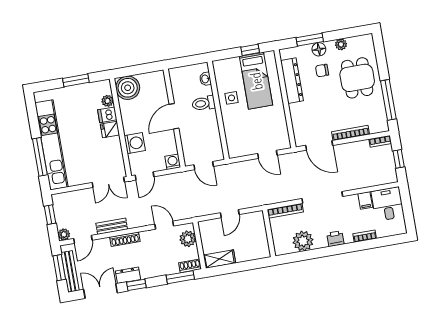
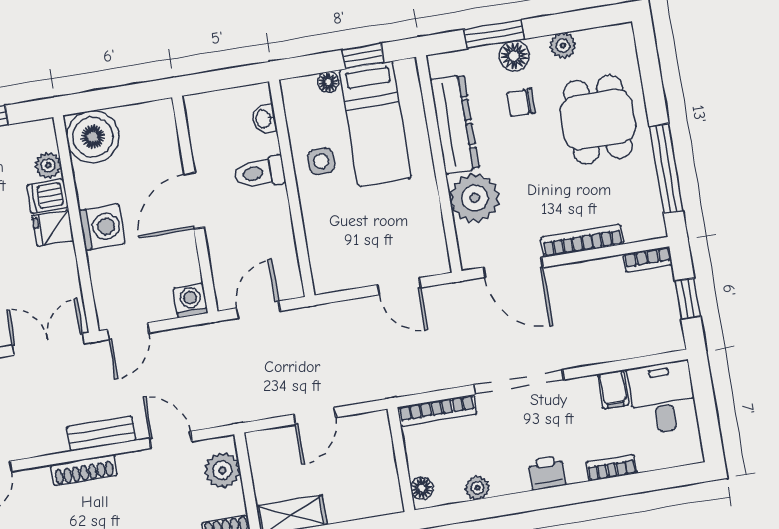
floor lamp: (234, 62) -> (328, 82), added
plant: (301, 114) -> (475, 198), added
washing machine: (135, 143) -> (102, 227), moved
door: (204, 166) -> (258, 310), swing flipped
double door: (108, 182) -> (48, 344), swing flipped
bench: (112, 226) -> (101, 434), moved
plant: (303, 241) -> (477, 488), width x0.53, depth x0.53
floor lamp: (279, 246) -> (422, 488), added

